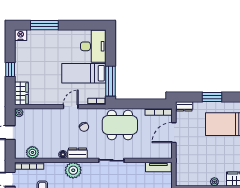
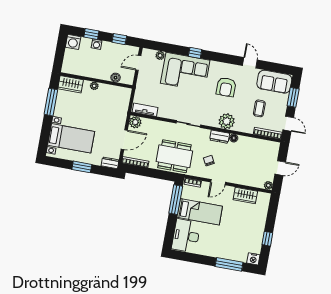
window: (10, 69) -> (267, 239), moved
wardrobe: (21, 93) -> (245, 195), moved, turned -90
plant: (32, 152) -> (135, 122), moved

